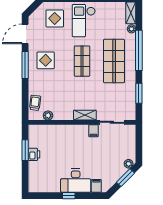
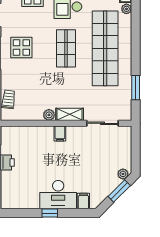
window: (139, 50) -> (136, 35), removed
shop shelf: (114, 61) -> (105, 48), width x1.40
plant: (48, 115) -> (49, 115), moved
filing cabinet: (94, 131) -> (60, 134), moved

